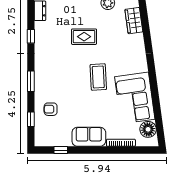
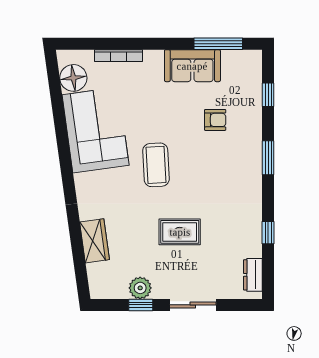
wardrobe: (134, 21) -> (95, 241), moved
armchair: (51, 109) -> (215, 120), moved
sofa: (89, 137) -> (192, 66), moved
window: (61, 150) -> (218, 44), width x2.17

